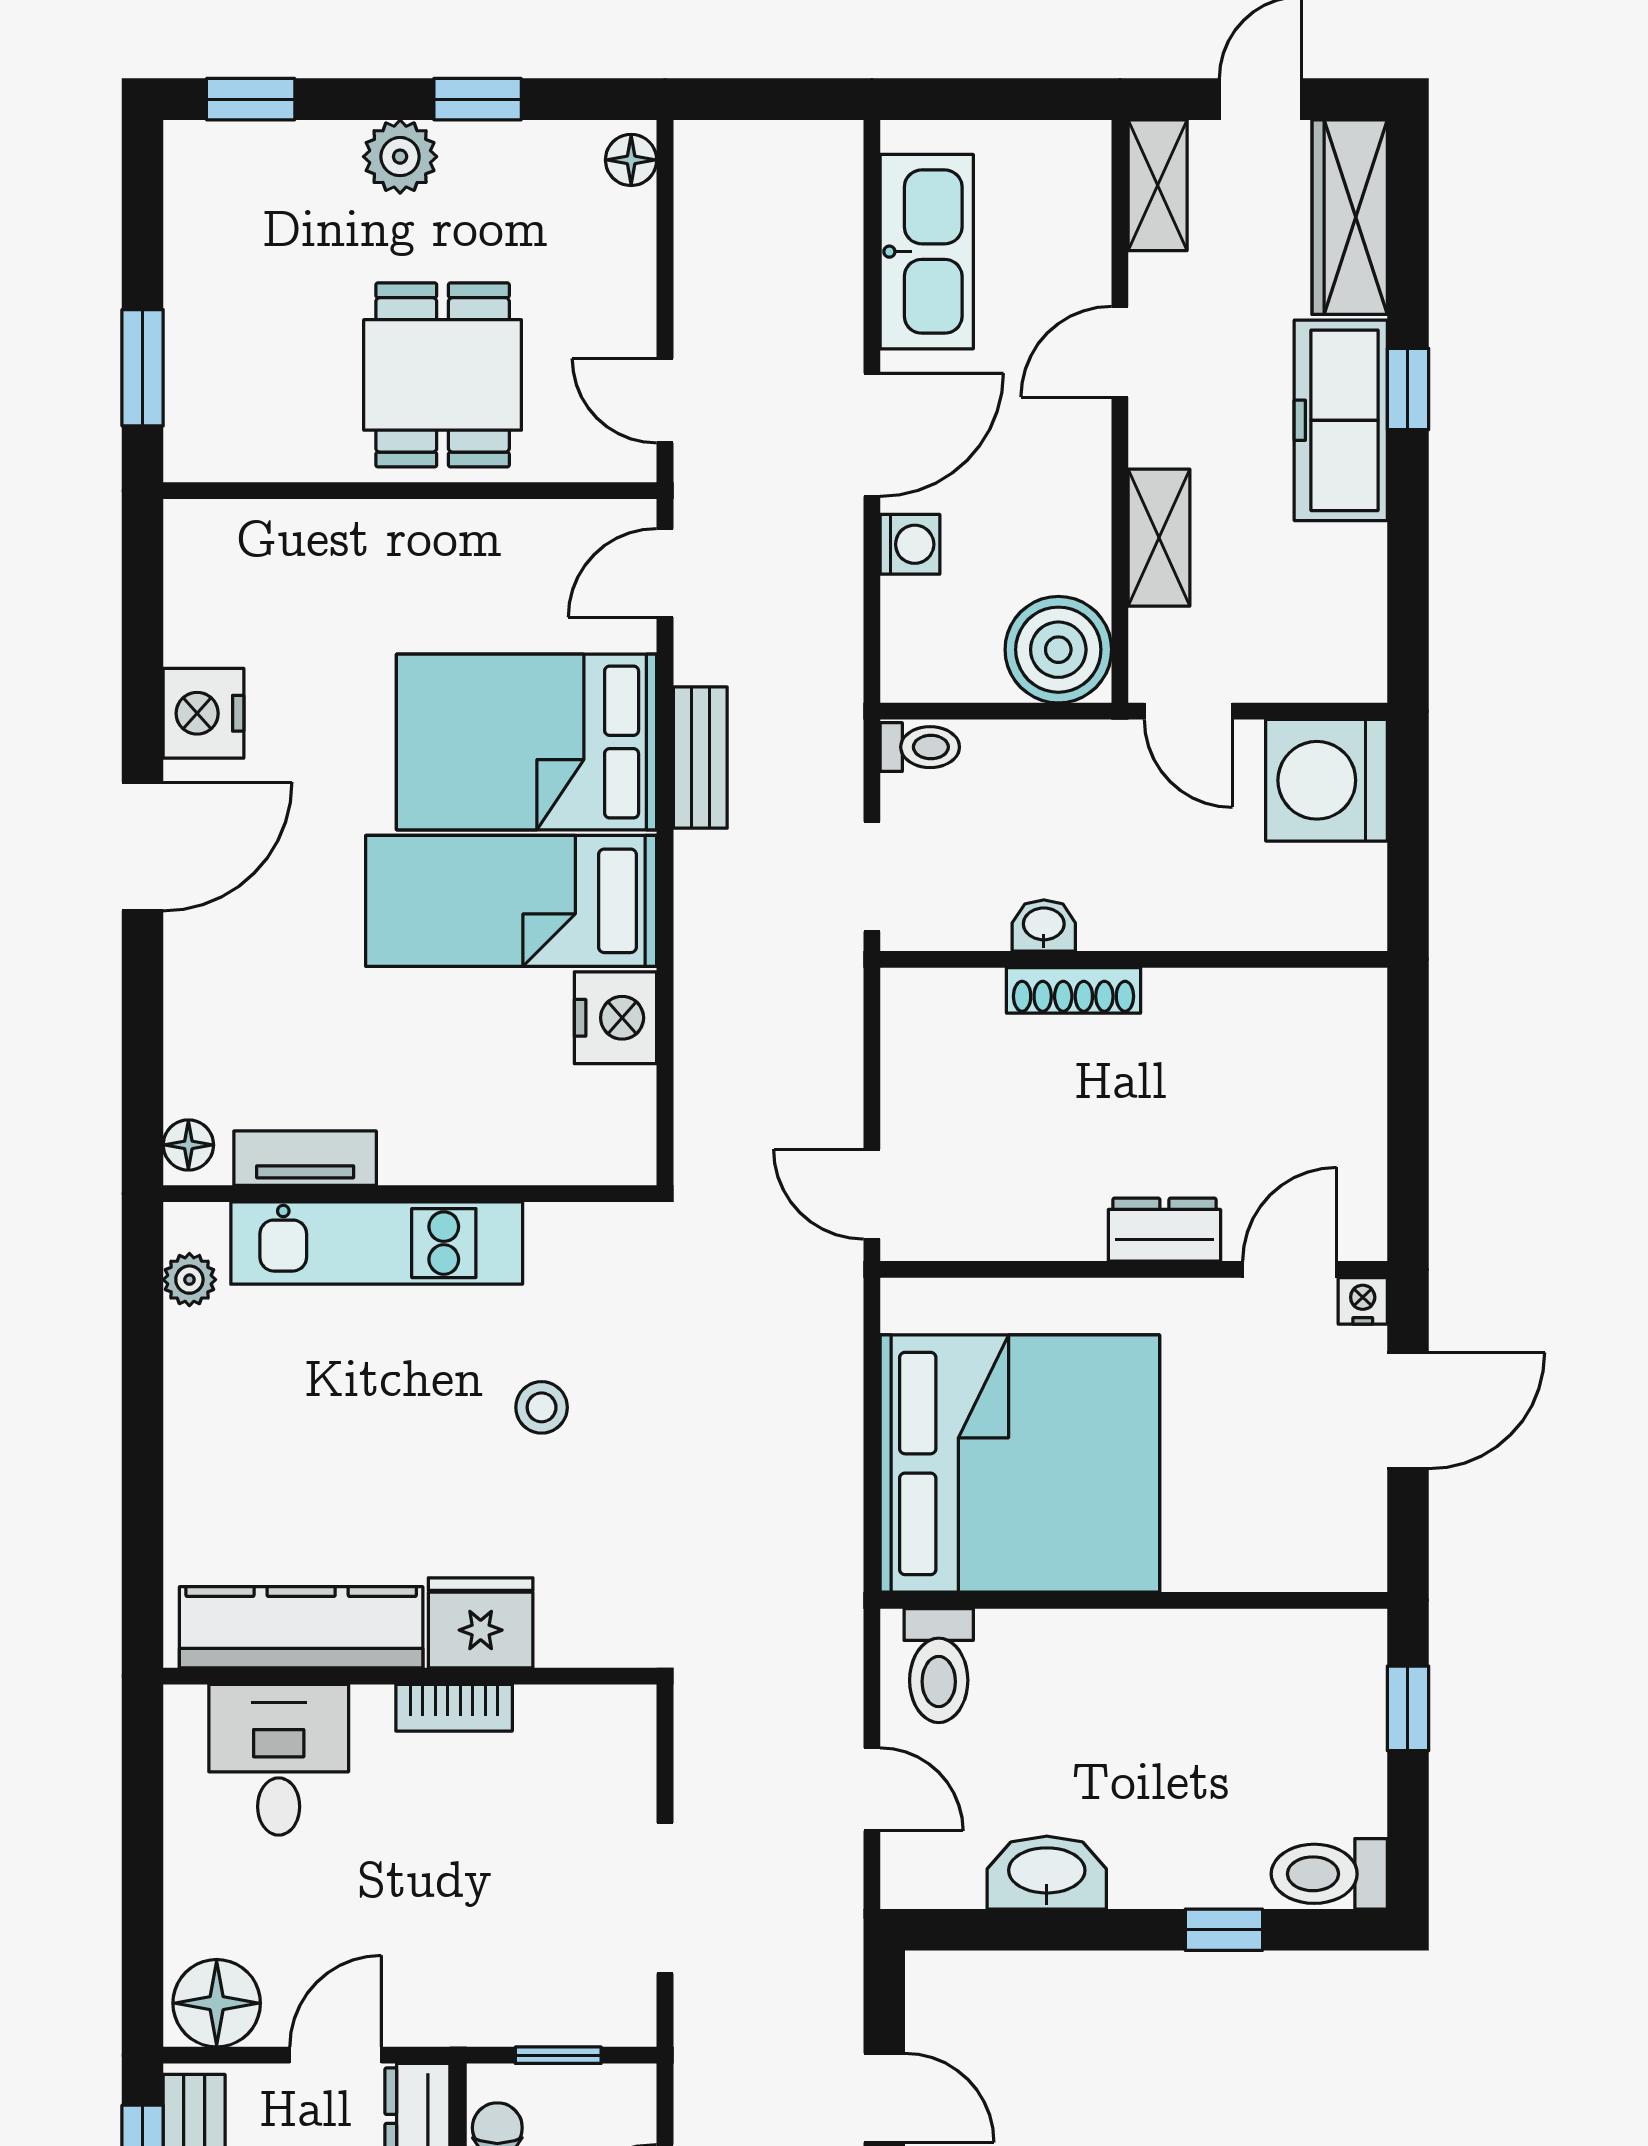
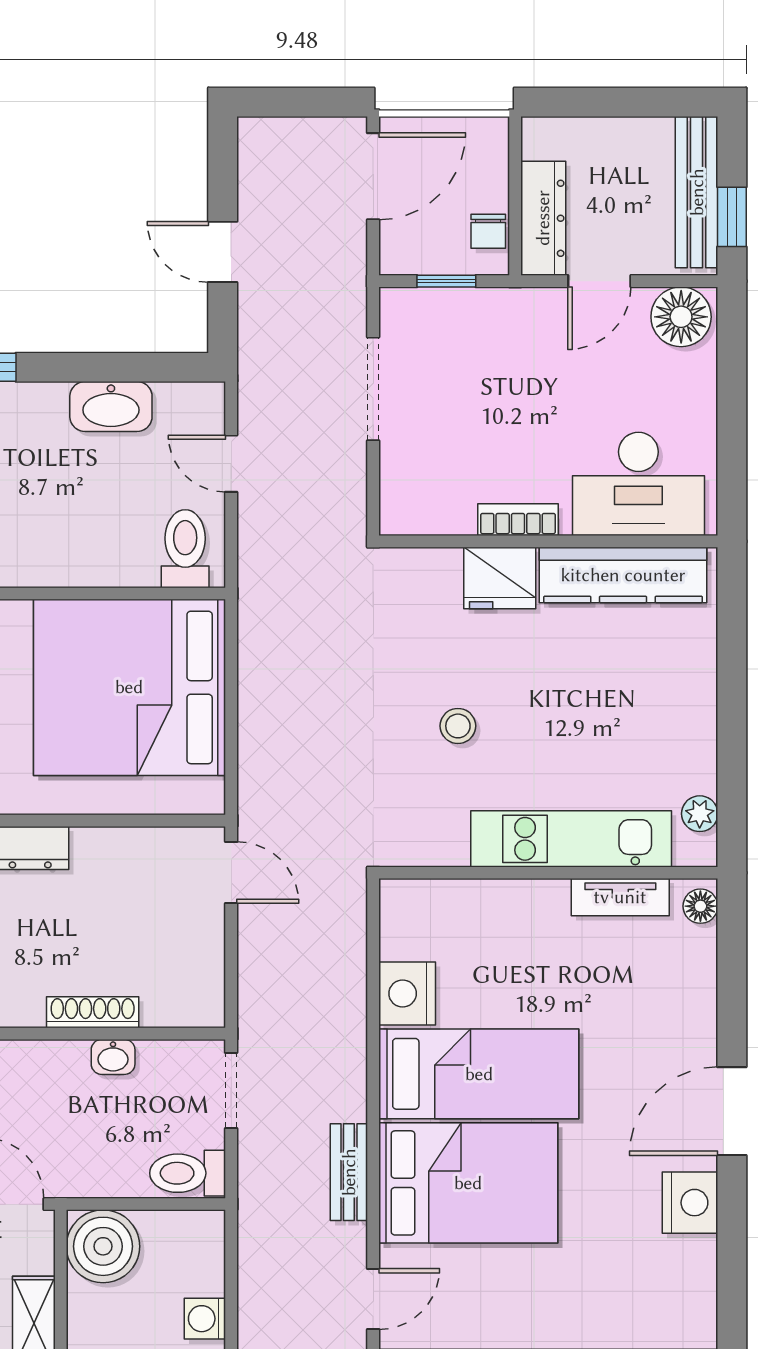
toilet: (920, 747) -> (188, 1173), width x1.37, depth x1.39
desk: (279, 1760) -> (638, 484), width x1.37

